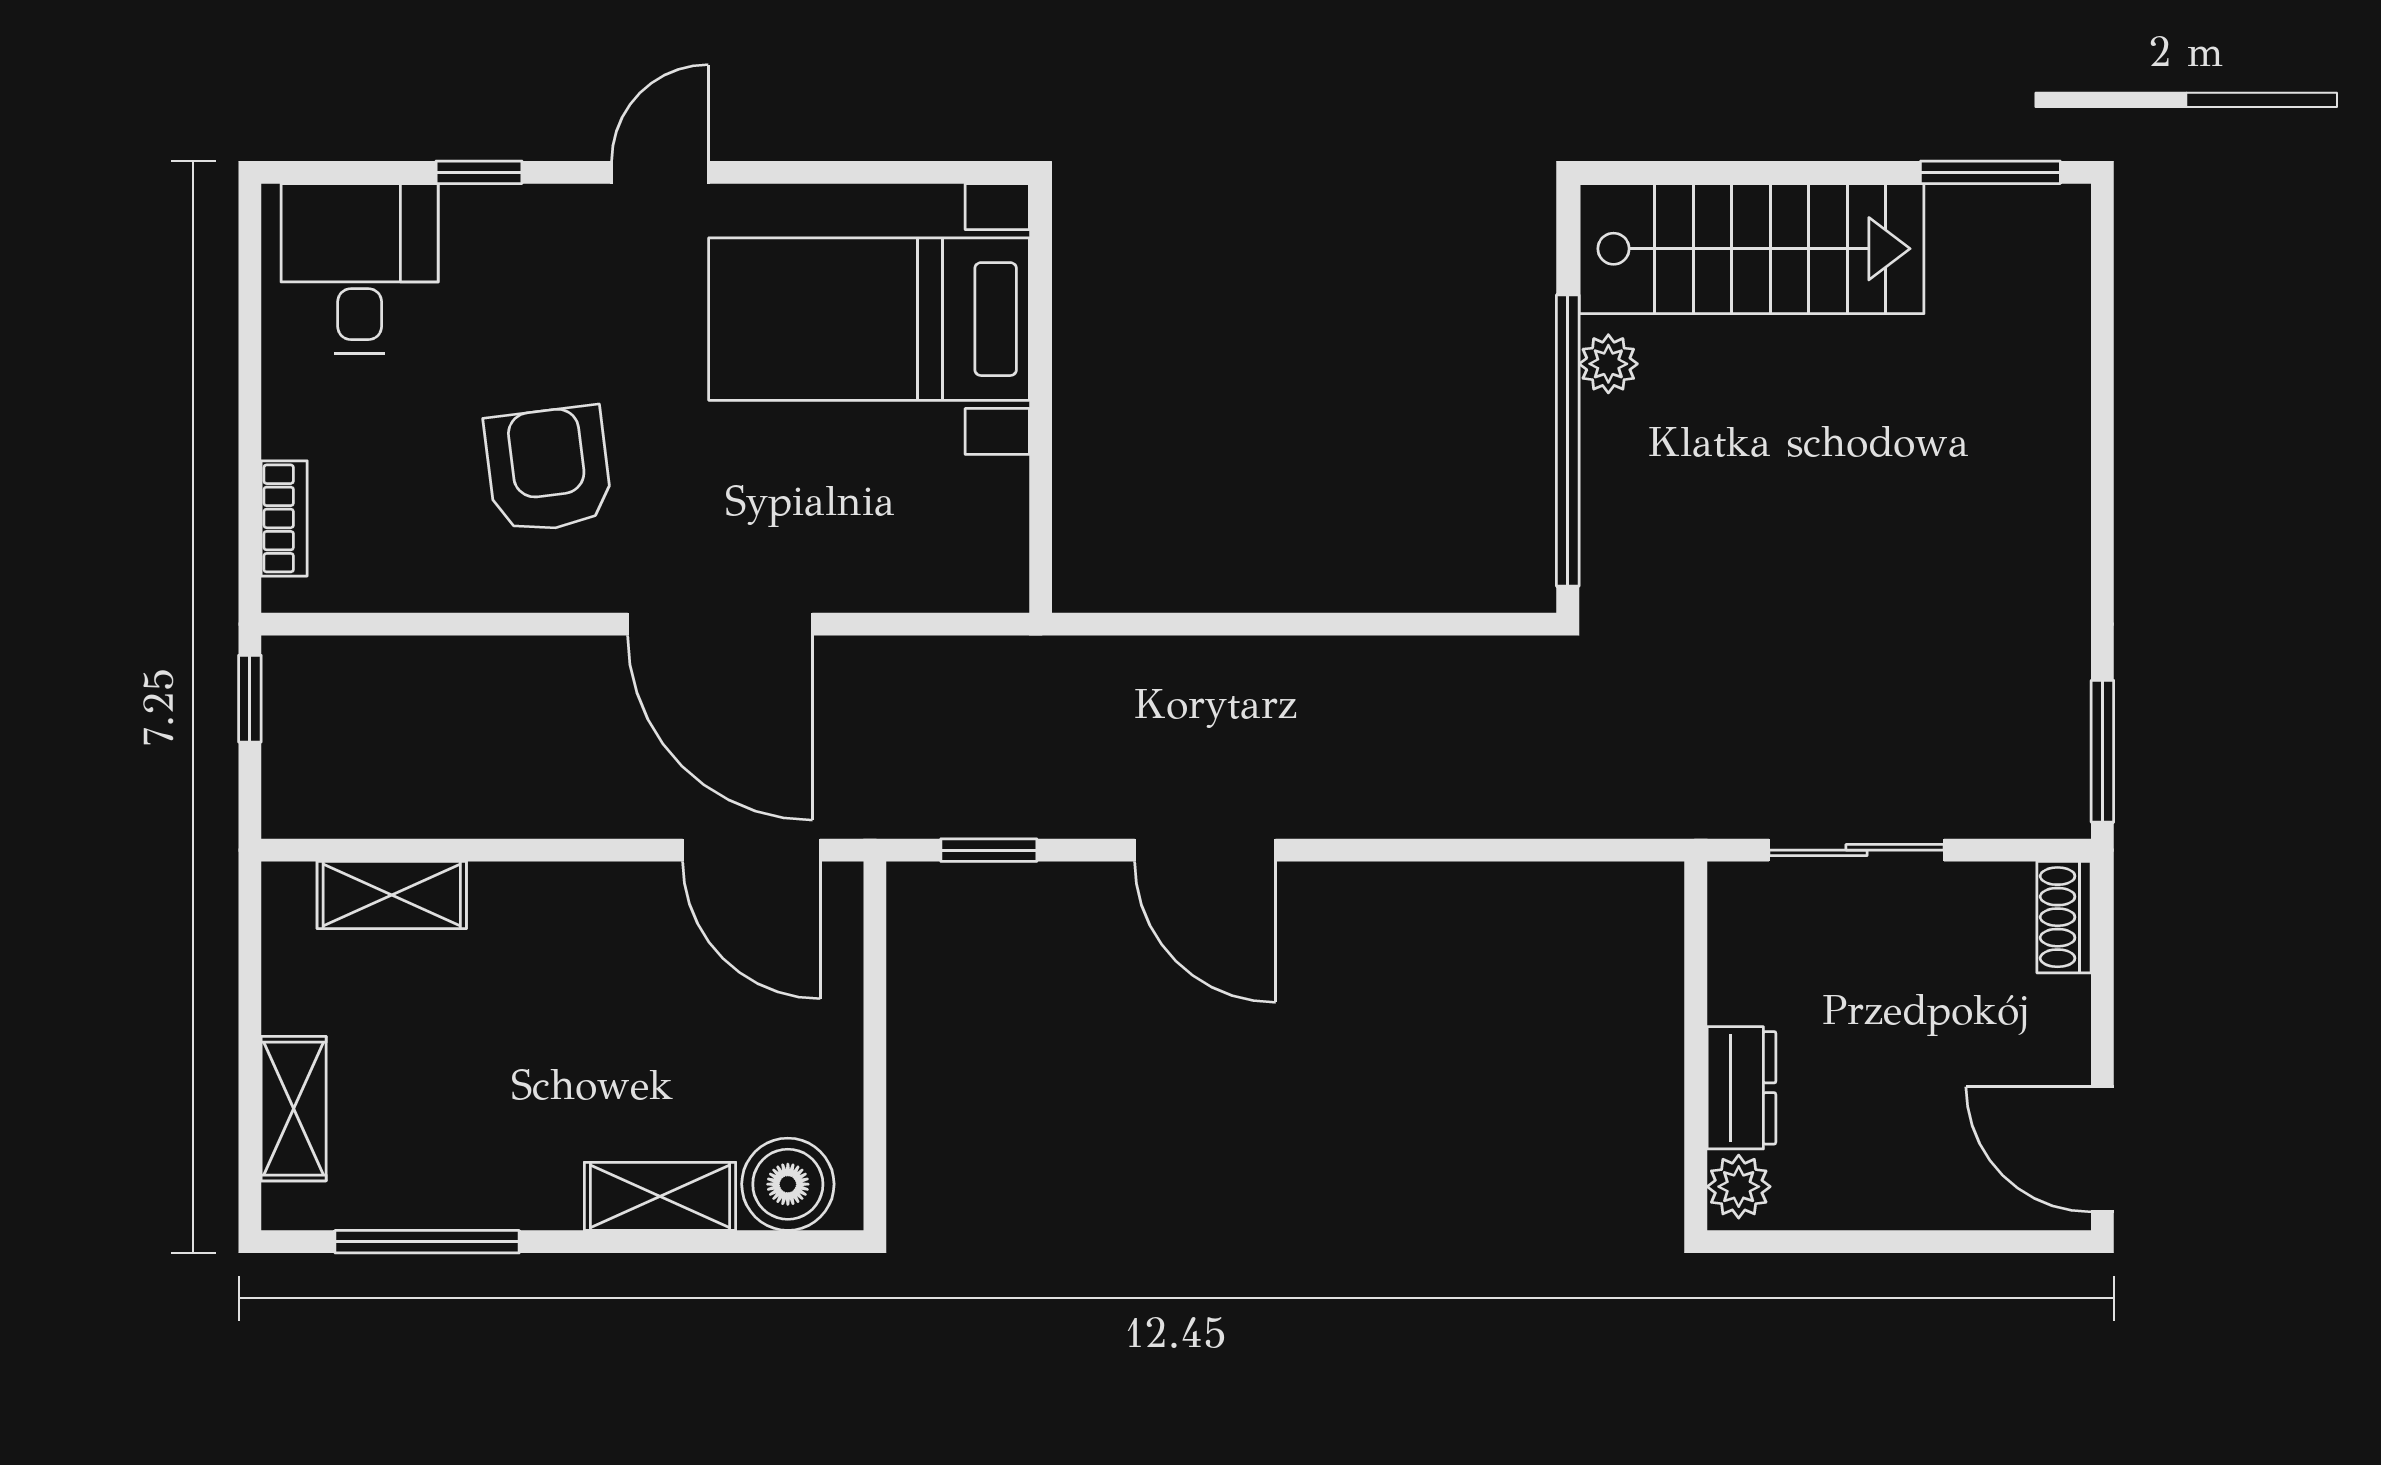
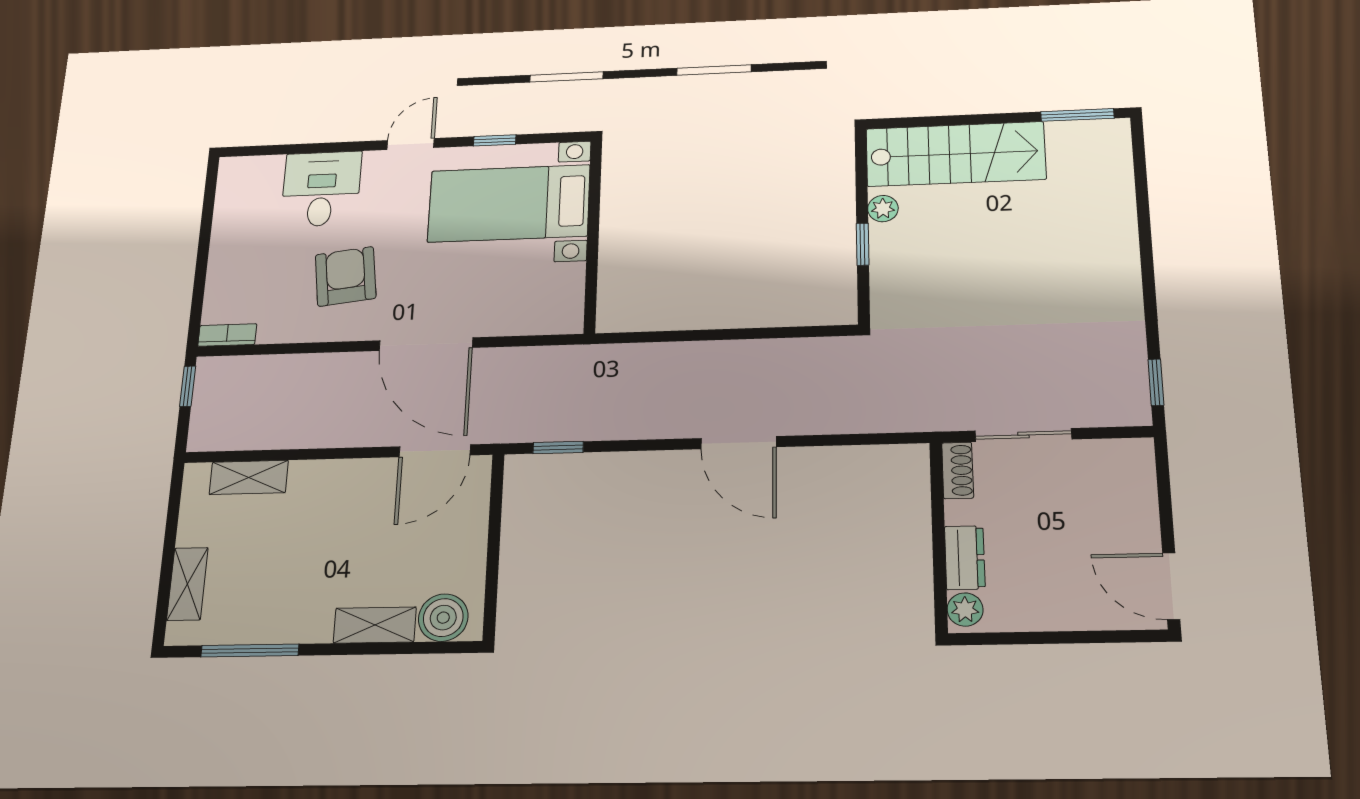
window: (479, 172) -> (495, 140), moved
desk: (360, 268) -> (321, 189), moved
window: (1568, 440) -> (863, 244), width x0.32
bookcase: (284, 518) -> (227, 335), moved, turned -90
window: (2102, 751) -> (1156, 382), width x0.67
door: (751, 850) -> (435, 451), hinge flipped
door: (1205, 850) -> (739, 443), moved
shoe rack: (2064, 917) -> (958, 470), moved, turned 180

